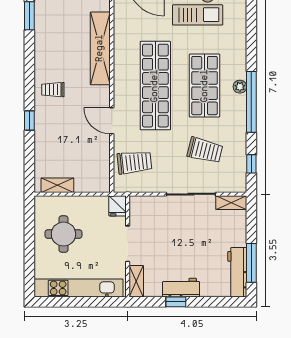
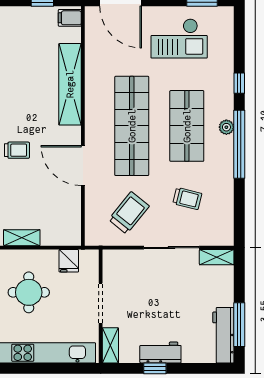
trolley: (53, 90) -> (17, 150), moved, turned 180
door: (112, 121) -> (83, 165), width x1.36
trolley: (205, 150) -> (187, 198), width x0.73, depth x0.72
trolley: (134, 162) -> (129, 213), moved, turned -45
window: (251, 164) -> (239, 83), moved
fridge: (118, 206) -> (69, 261), moved

